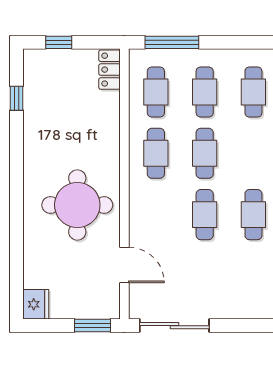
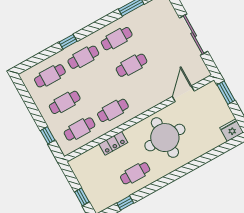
window: (172, 42) -> (48, 135), width x0.46
locker: (110, 70) -> (113, 143), moved
cafe table: (50, 135) -> (135, 173), added
cafe table: (205, 153) -> (83, 57), moved
sliding door: (174, 326) -> (194, 35), moved

